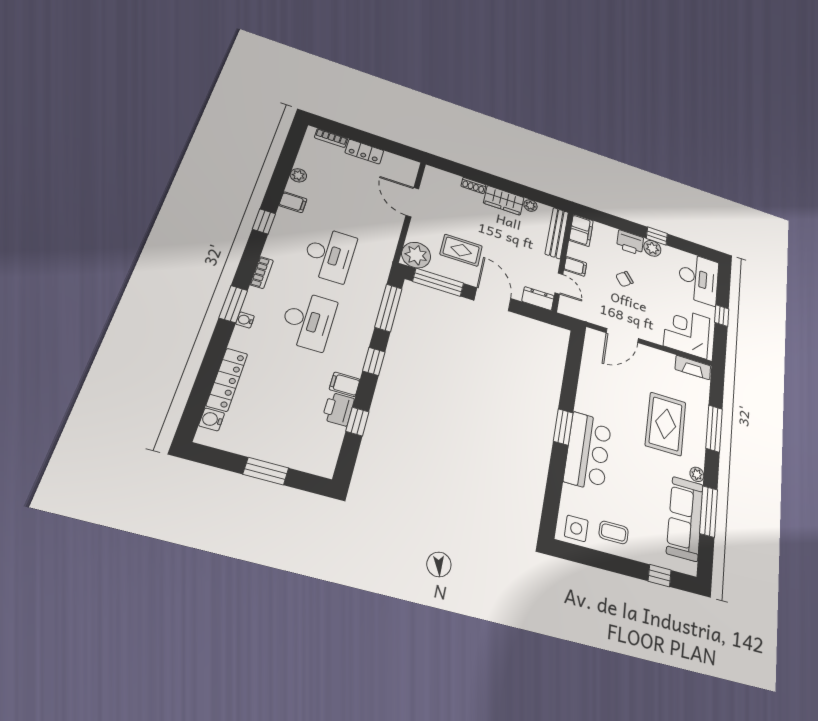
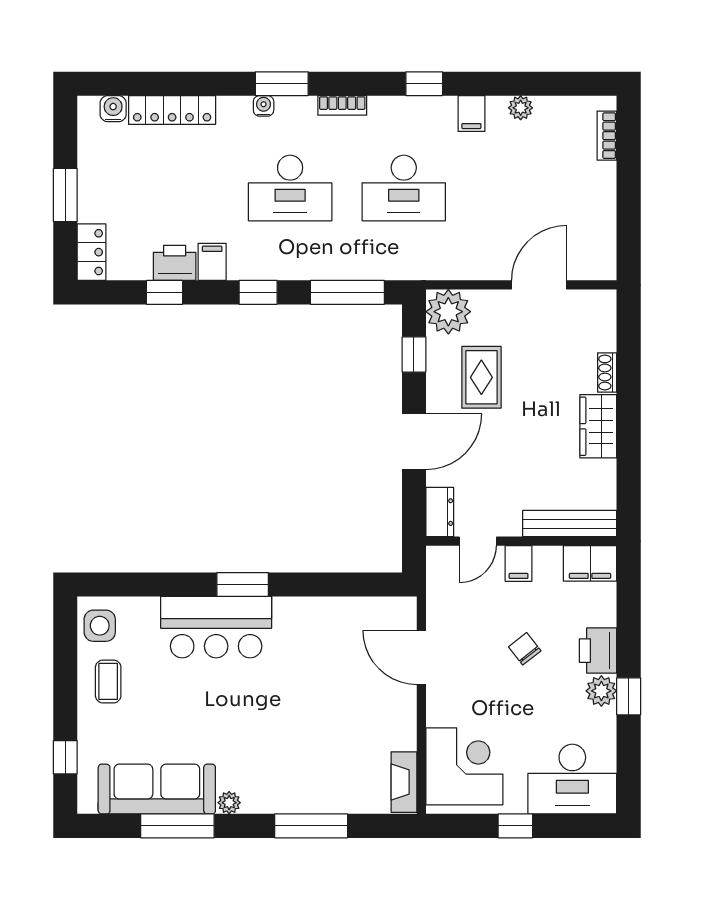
locker: (364, 152) -> (91, 252), moved, turned 180
plant: (530, 205) -> (605, 472), removed
window: (438, 282) -> (414, 354), width x0.46
rug: (666, 424) -> (295, 745), removed

